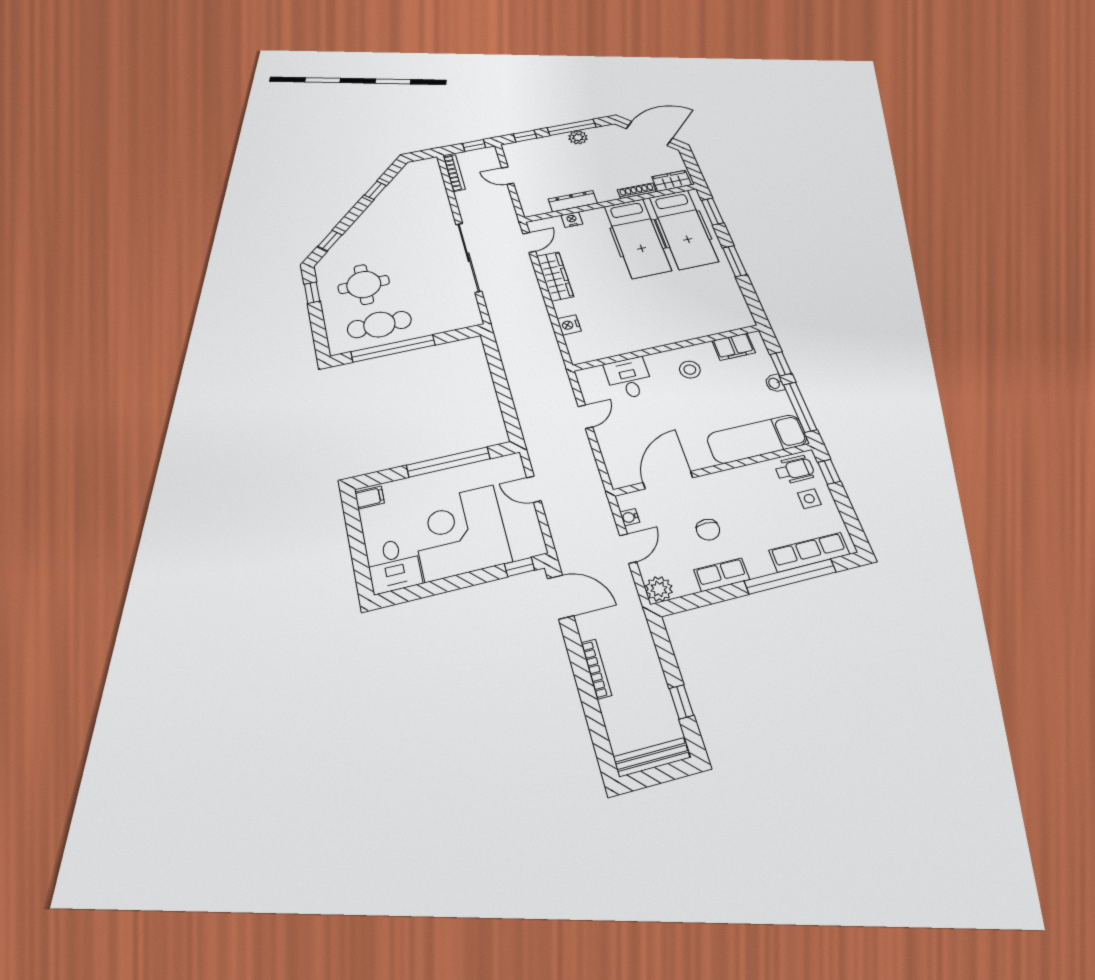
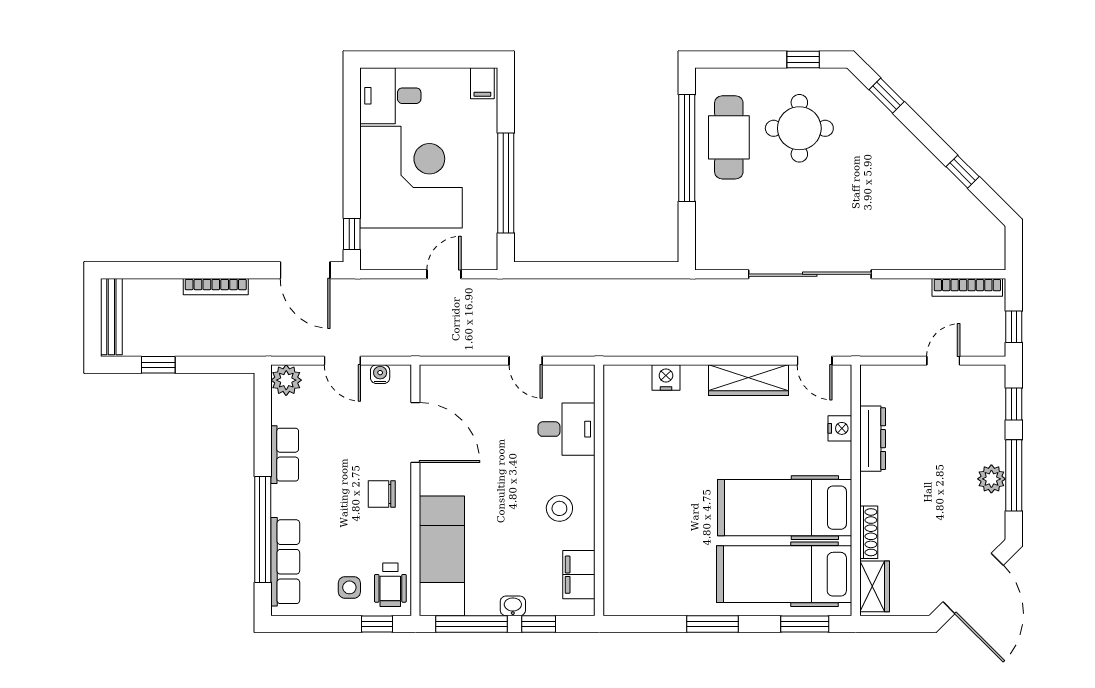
chair: (708, 530) -> (382, 494), moved
door: (561, 597) -> (305, 270), hinge flipped

